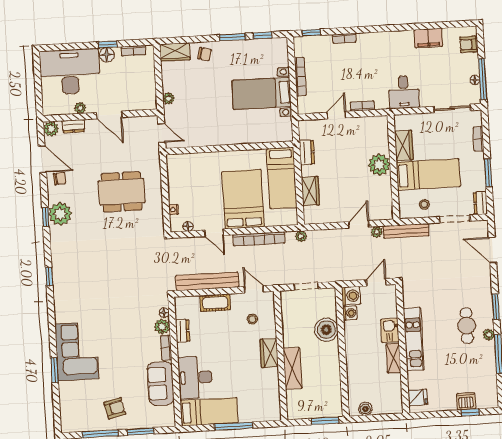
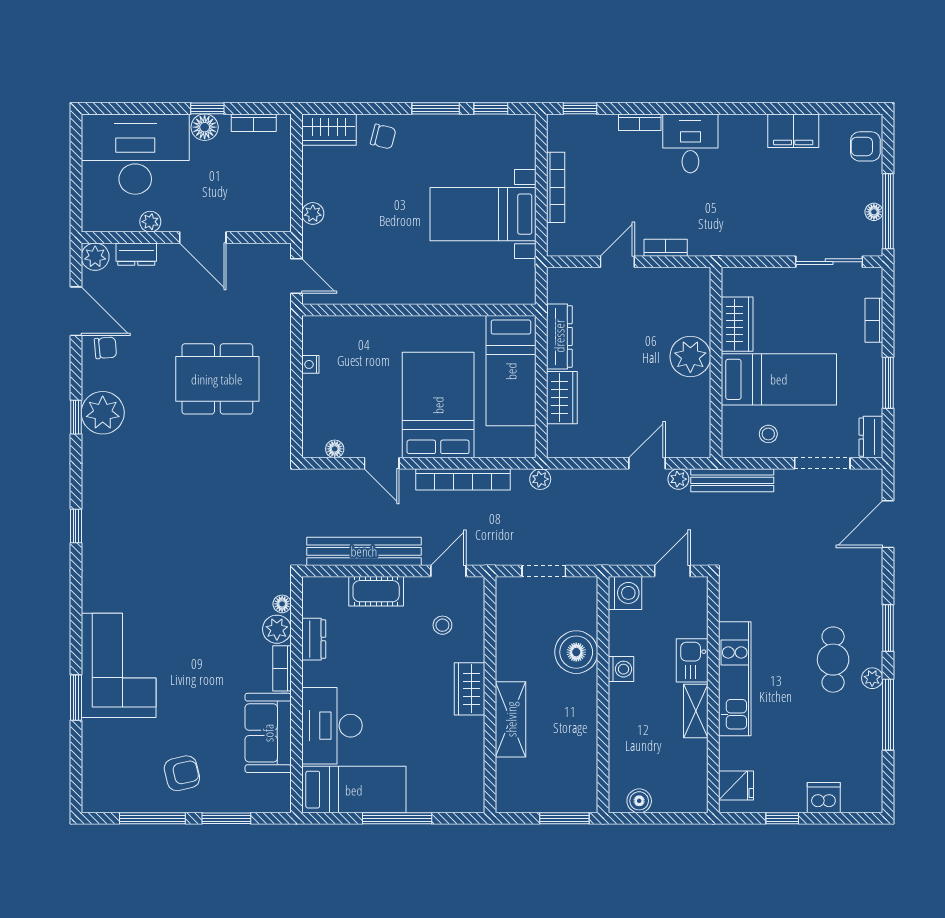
desk: (404, 92) -> (690, 143), moved, turned 180
dresser: (307, 152) -> (559, 336), width x1.44
nightstand: (174, 210) -> (310, 364), moved
door: (493, 250) -> (888, 524), hinge flipped
door: (254, 289) -> (448, 571), hinge flipped
washing machine: (350, 313) -> (621, 669), moved
window: (470, 412) -> (782, 818), moved

